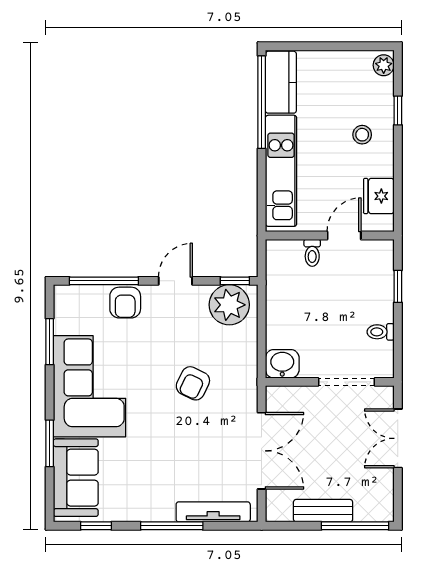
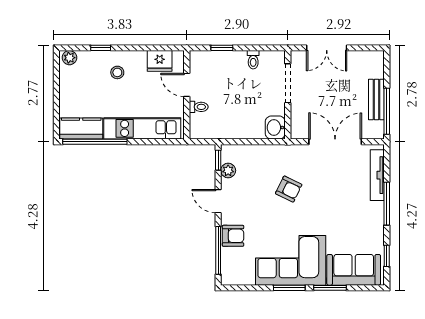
plant: (229, 305) -> (228, 171), width x0.53, depth x0.53
window: (50, 342) -> (289, 288), moved
window: (355, 526) -> (387, 111), moved

